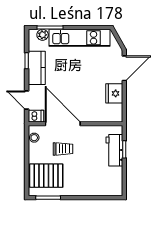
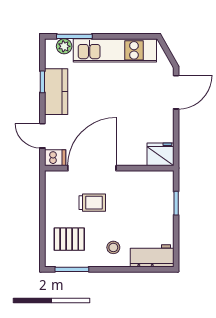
fridge: (114, 93) -> (160, 154), moved, turned 90
door: (63, 124) -> (92, 168), hinge flipped
stool: (34, 138) -> (113, 247), moved
workbench: (114, 150) -> (152, 256), moved, turned 90
pallet: (46, 176) -> (69, 239), width x0.67, depth x0.71

